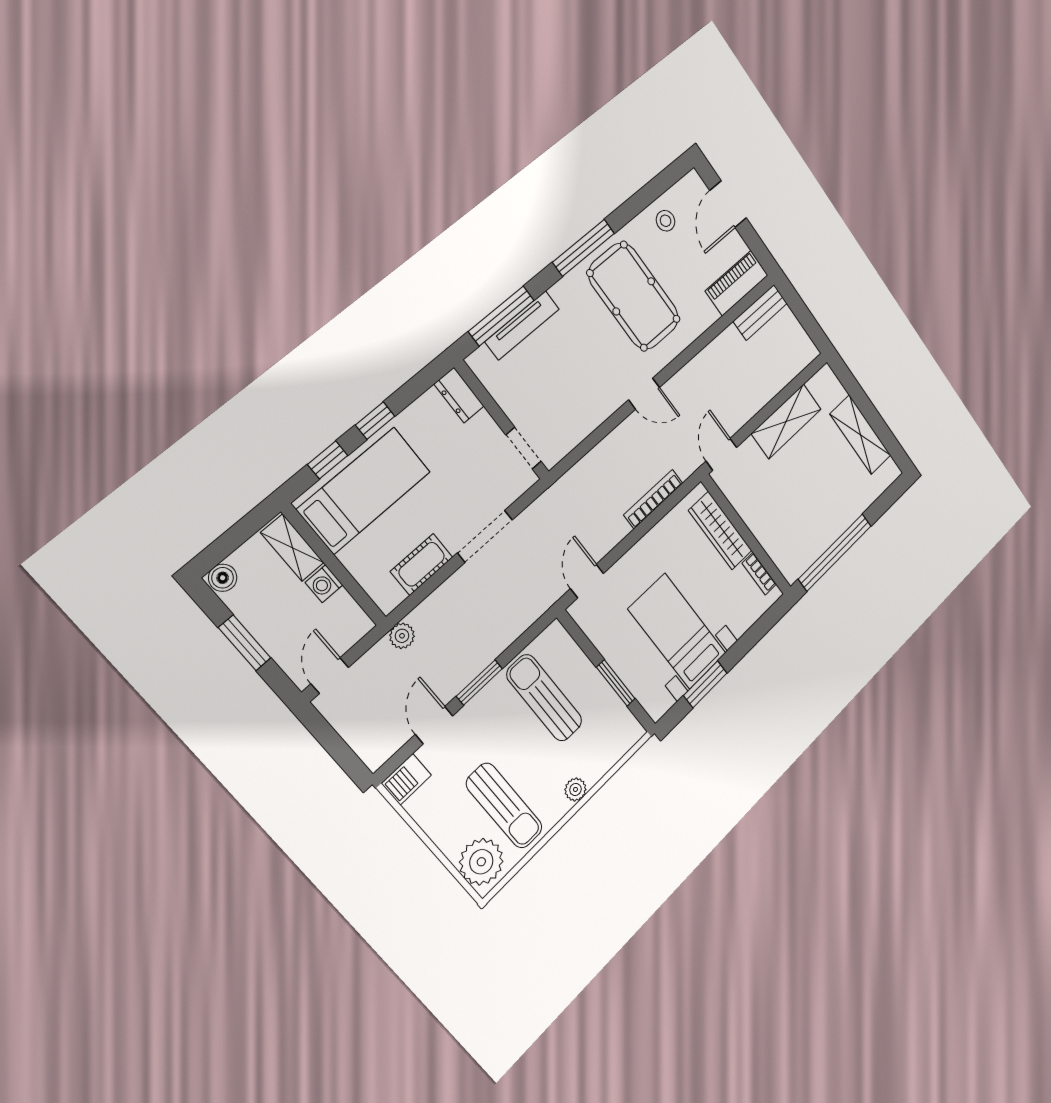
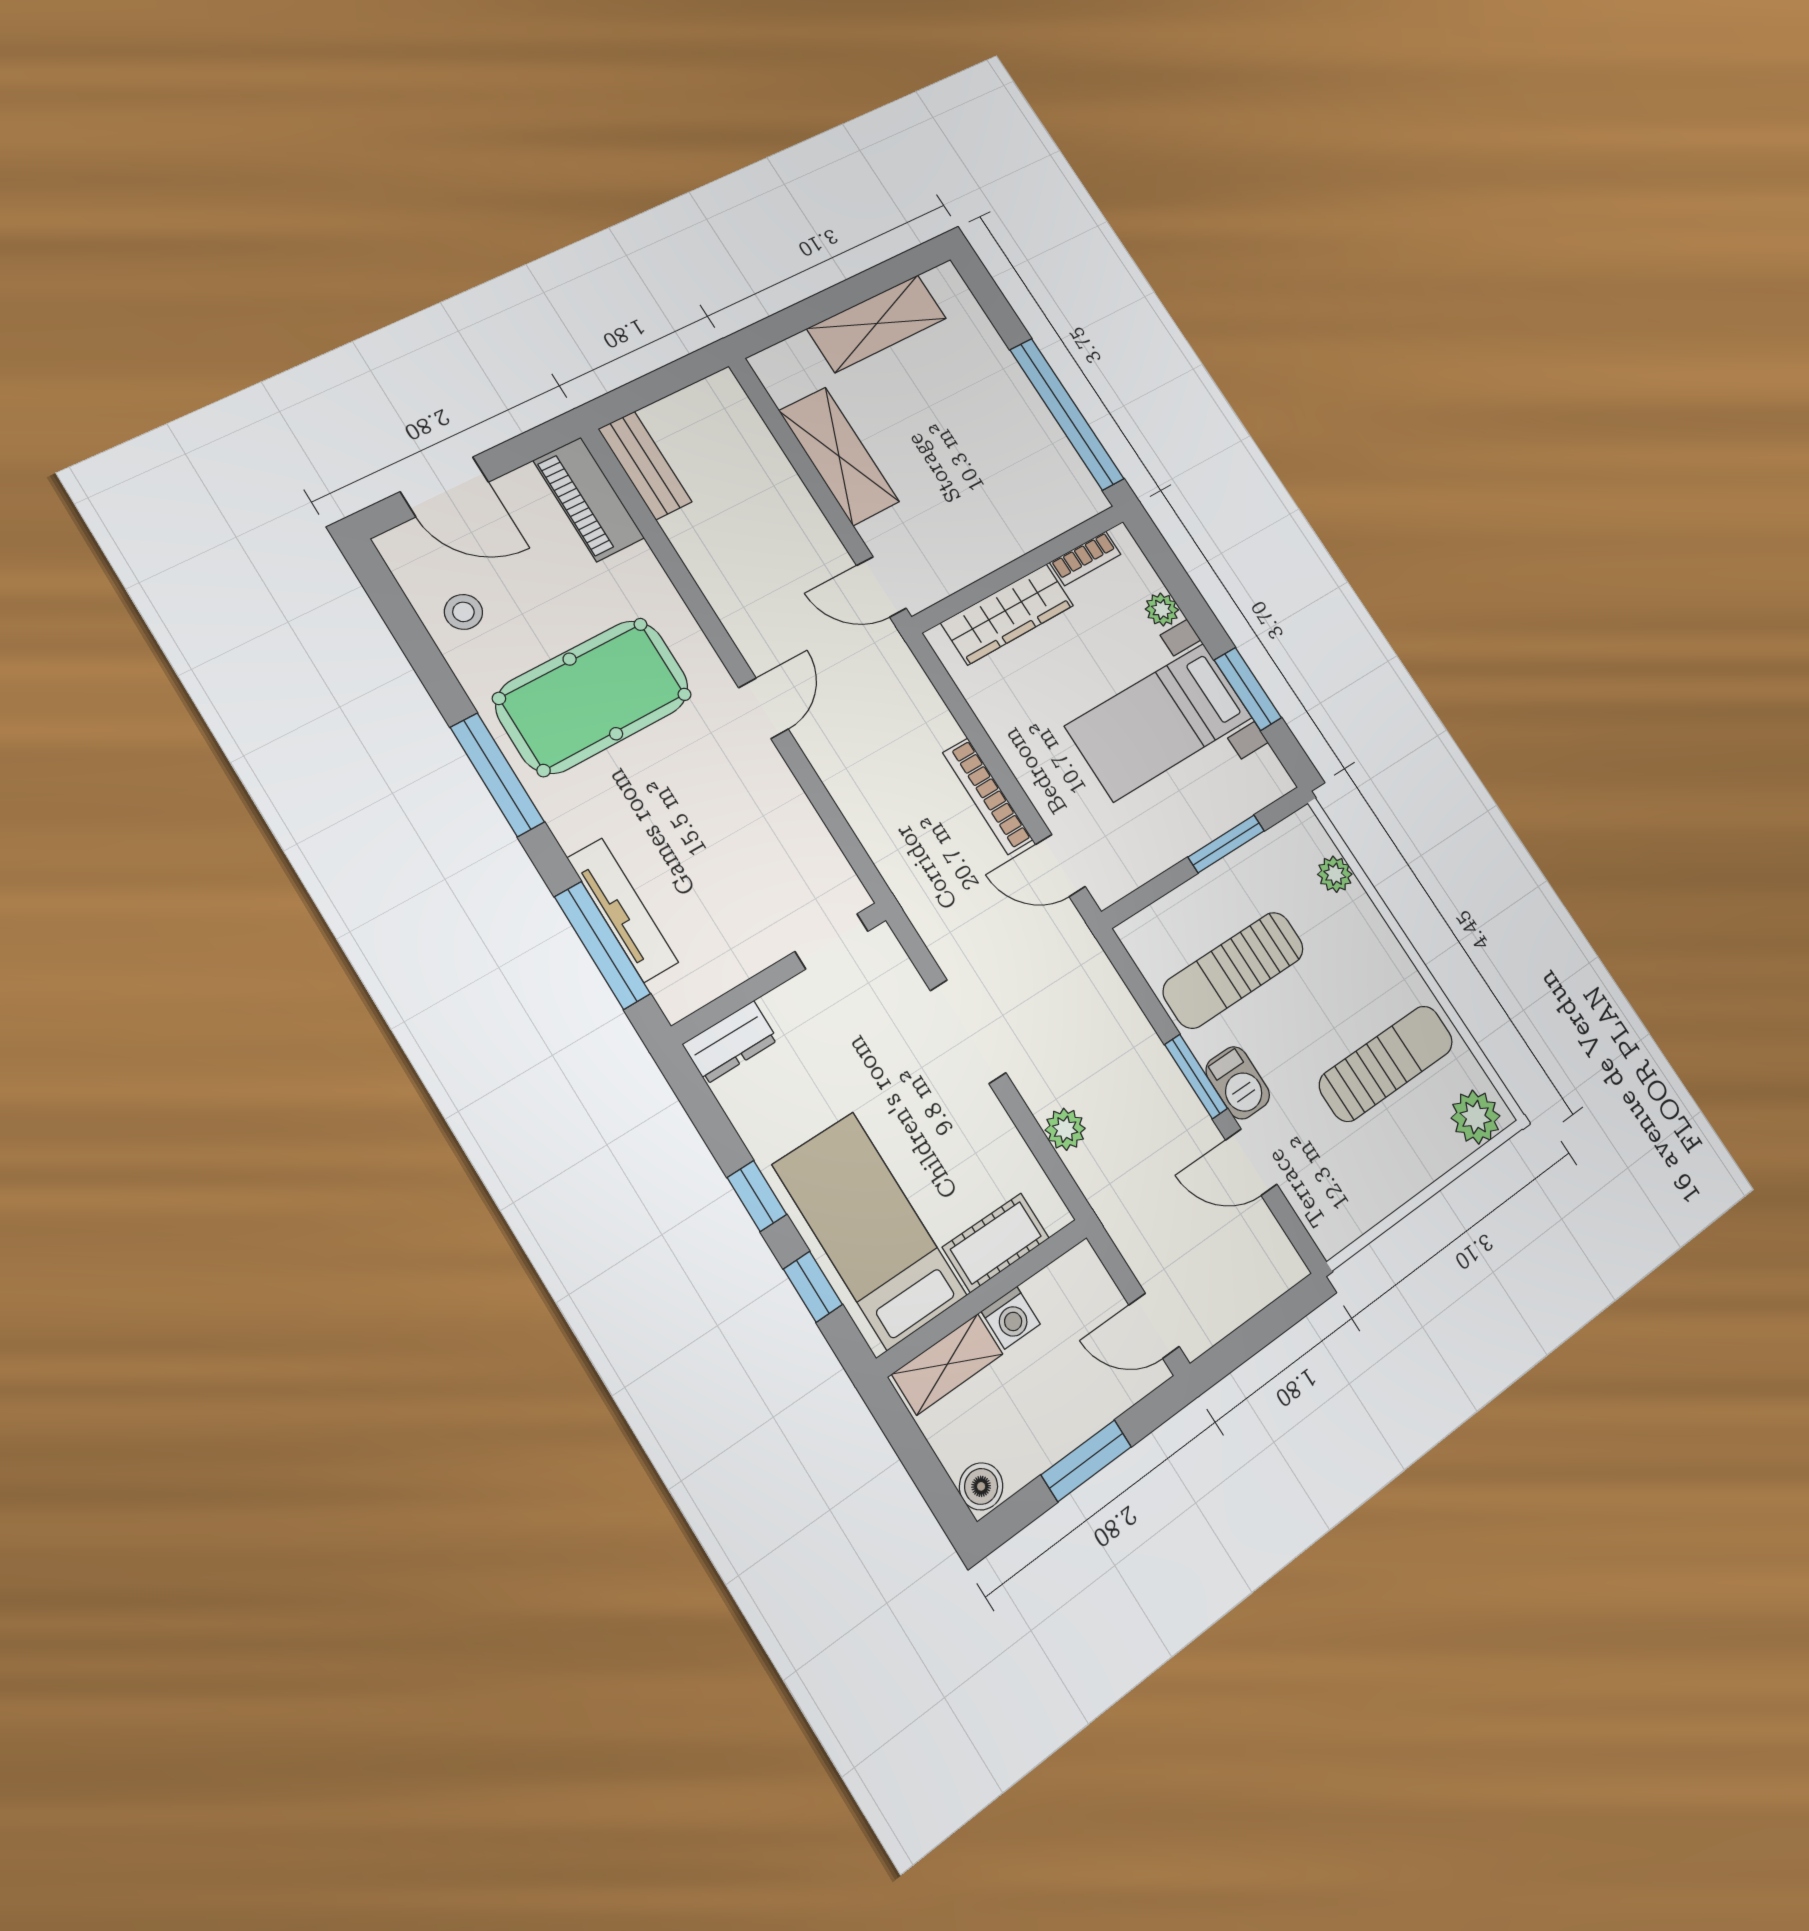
bookcase: (653, 499) -> (988, 796), moved
cot: (422, 564) -> (996, 1243), moved, turned 90
plant: (740, 624) -> (1162, 610), added
plant: (402, 636) -> (1065, 1129), moved
barbecue: (406, 779) -> (1238, 1083), moved
plant: (575, 789) -> (1335, 874), moved
plant: (481, 862) -> (1476, 1117), width x0.73, depth x0.73

